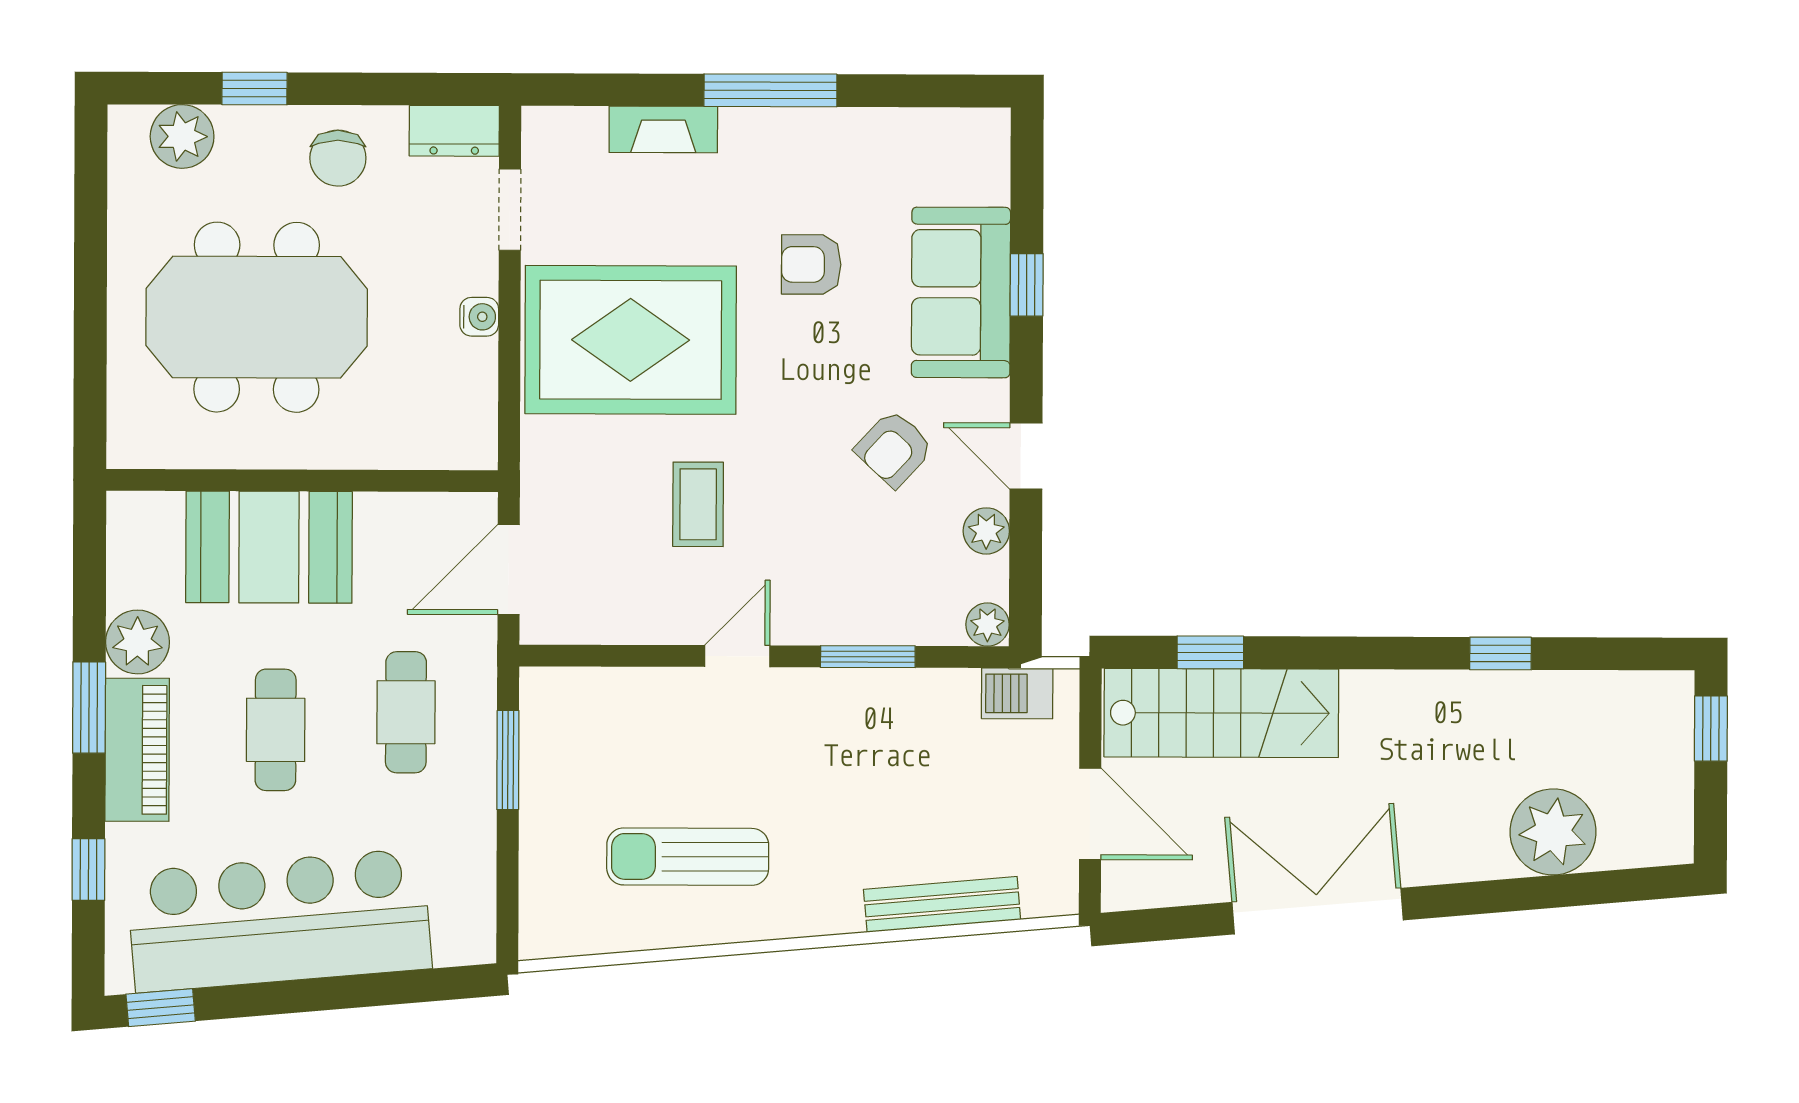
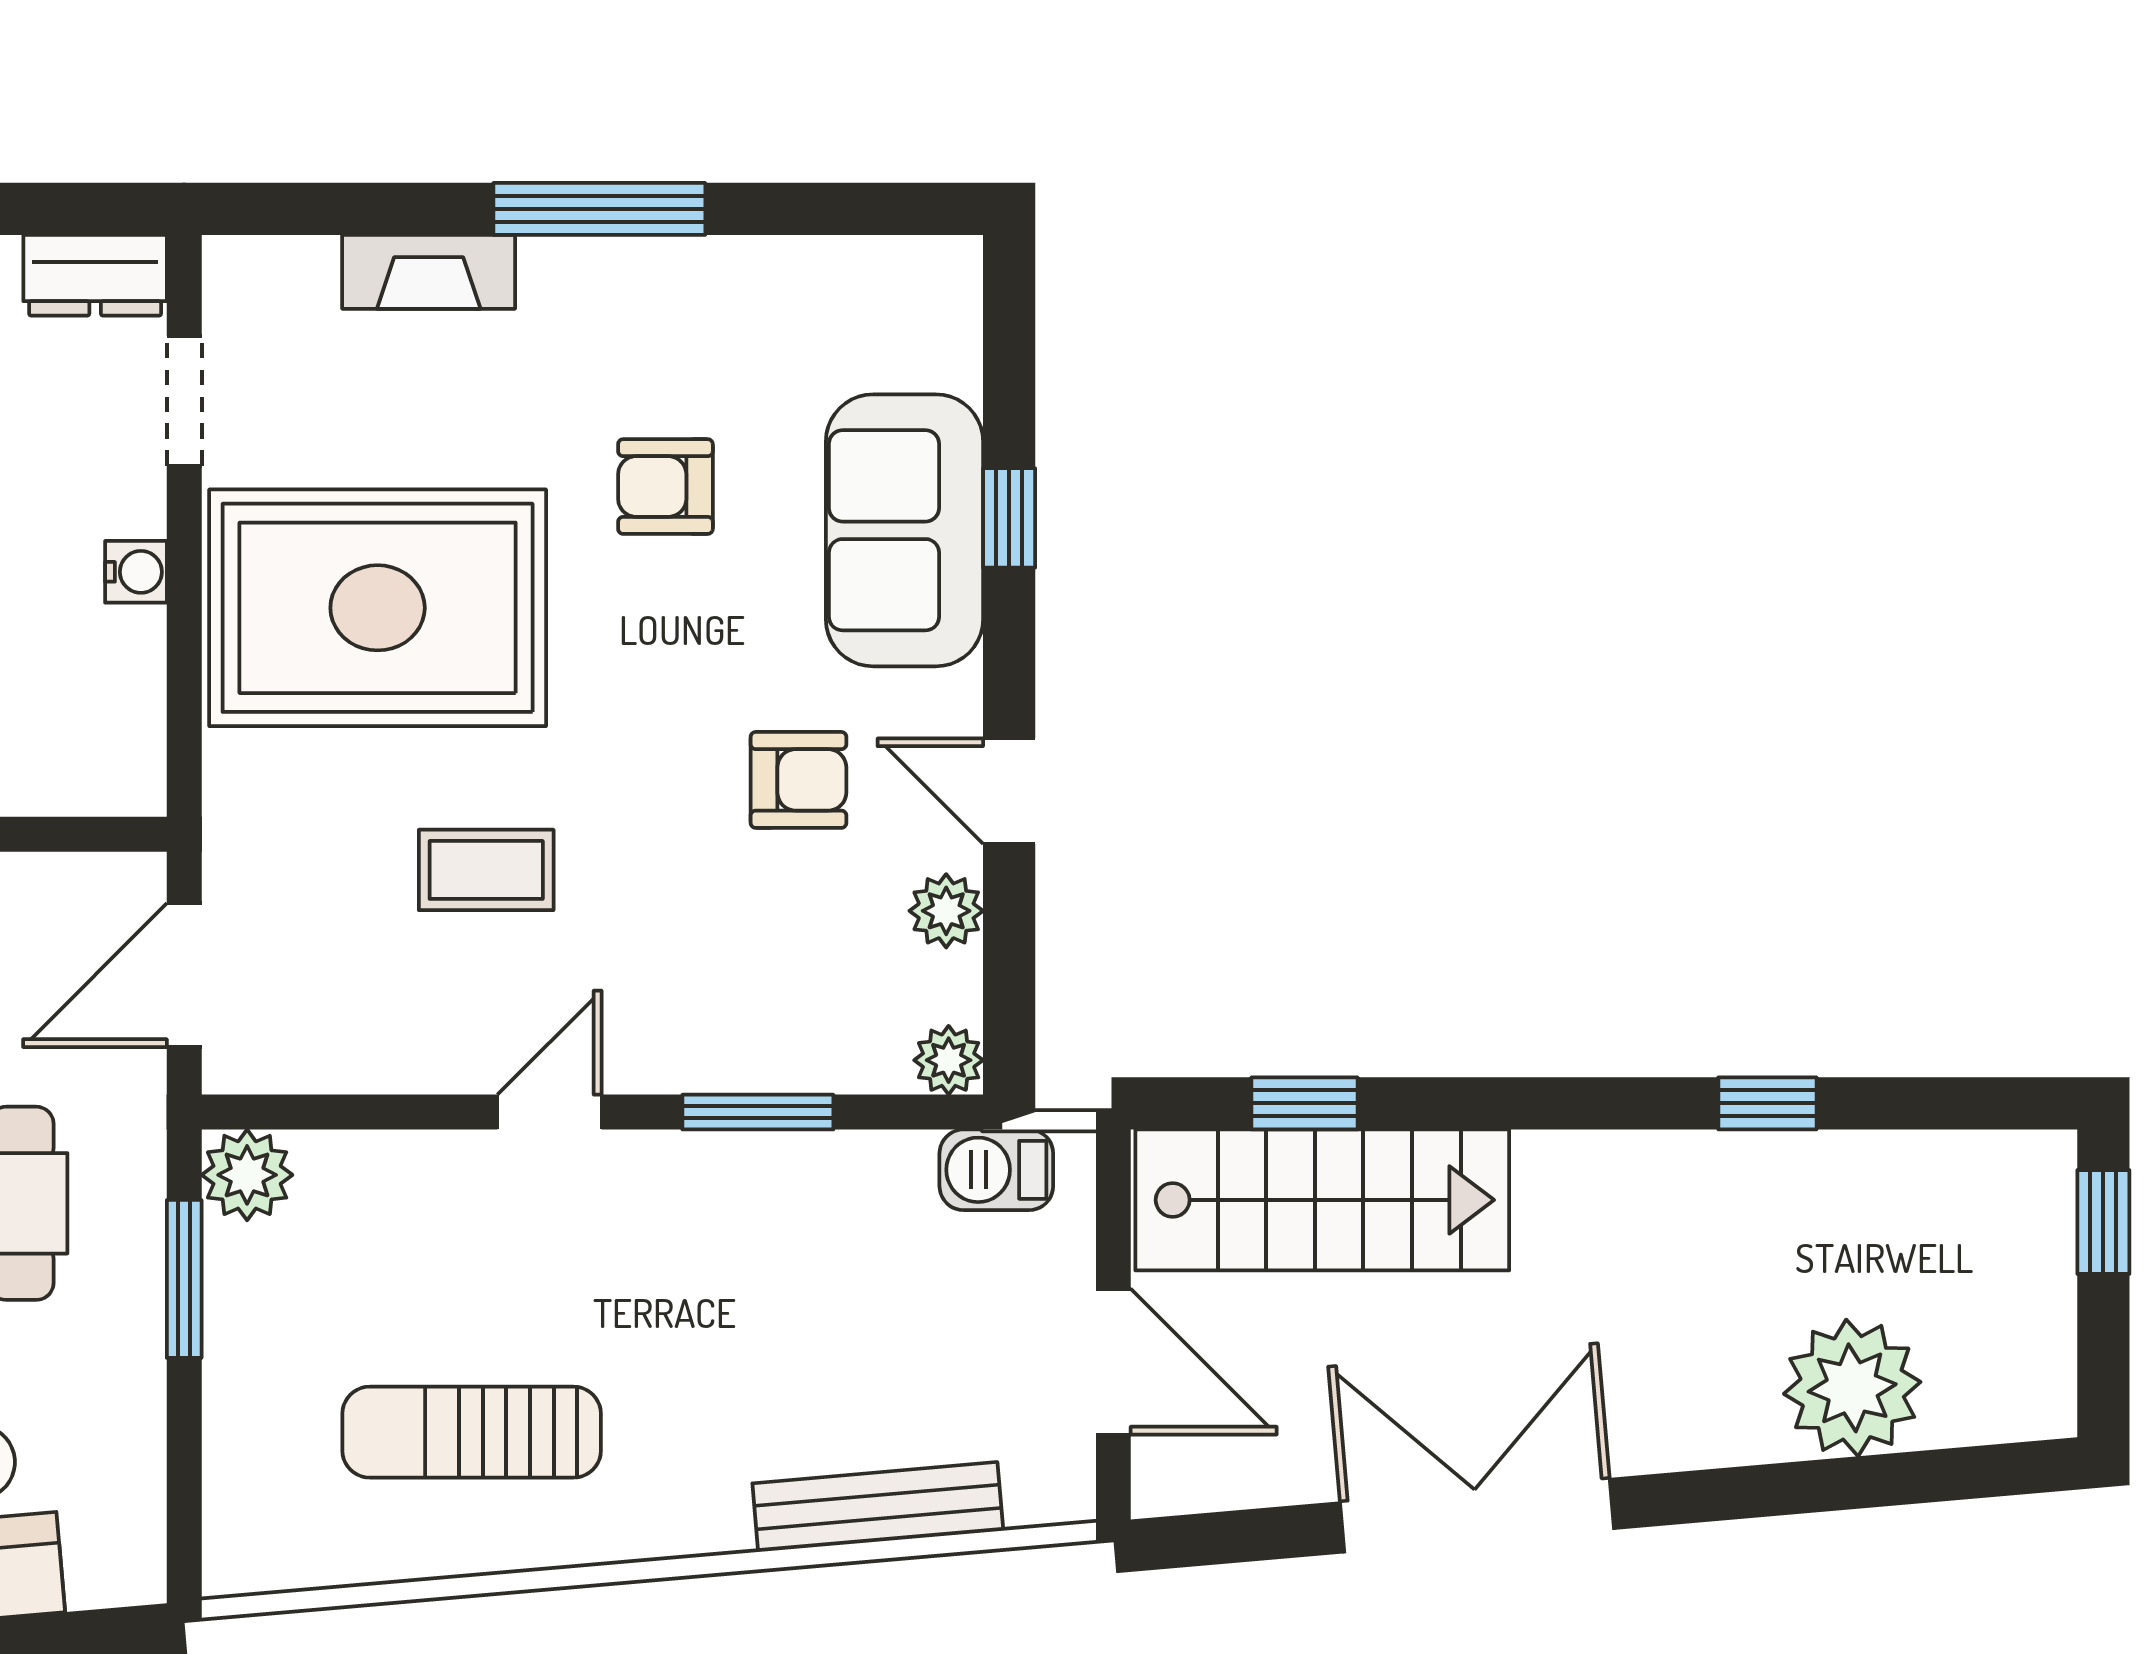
armchair: (894, 449) -> (798, 780), turned -133
coffee table: (698, 504) -> (486, 870), turned 90
plant: (548, 695) -> (247, 1175), added

